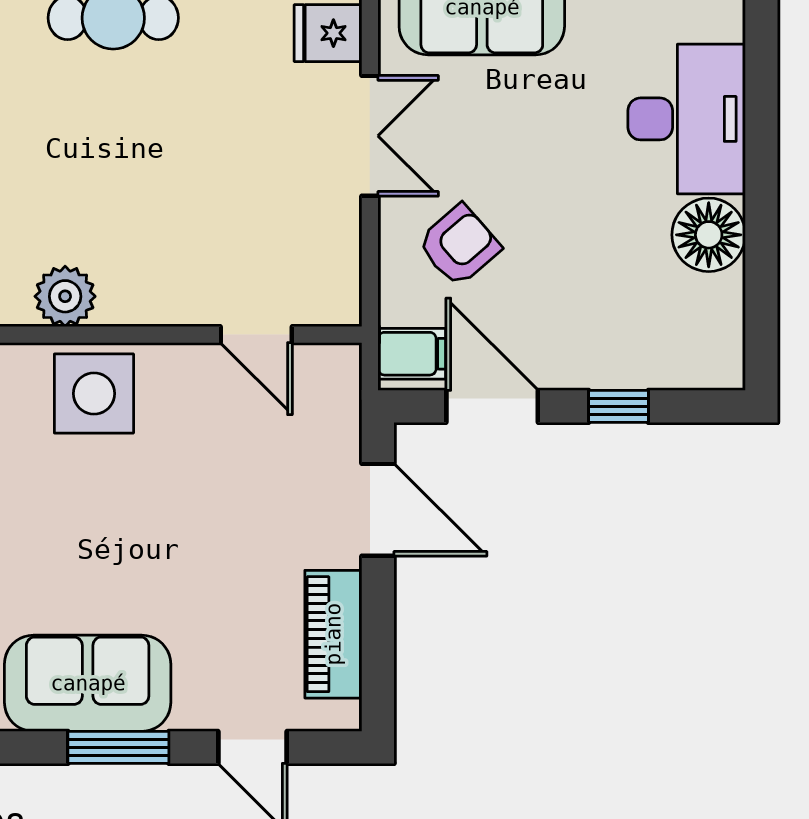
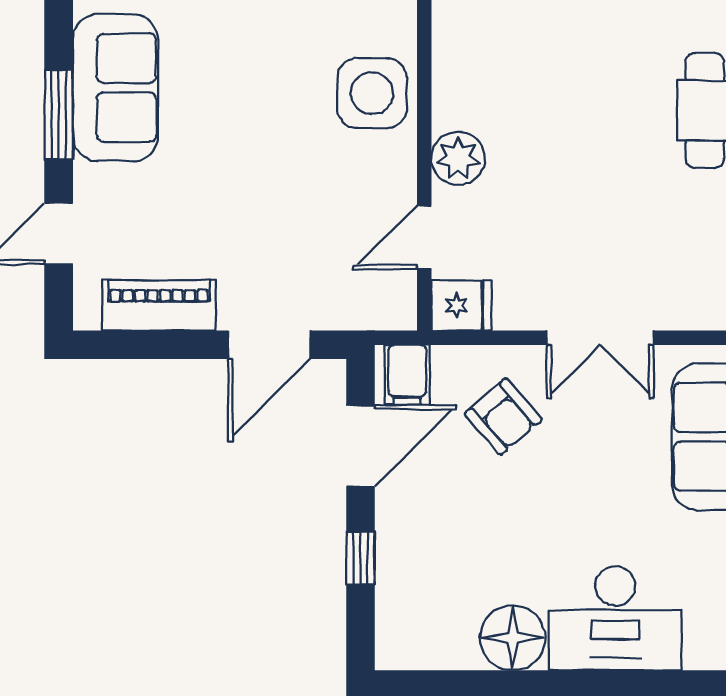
fridge: (328, 33) -> (461, 305), moved, turned 90
plant: (65, 296) -> (458, 158), moved

